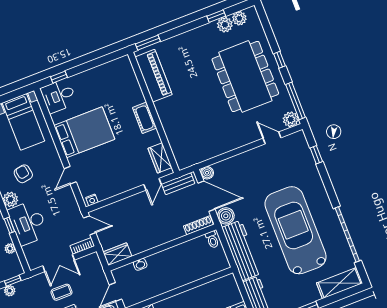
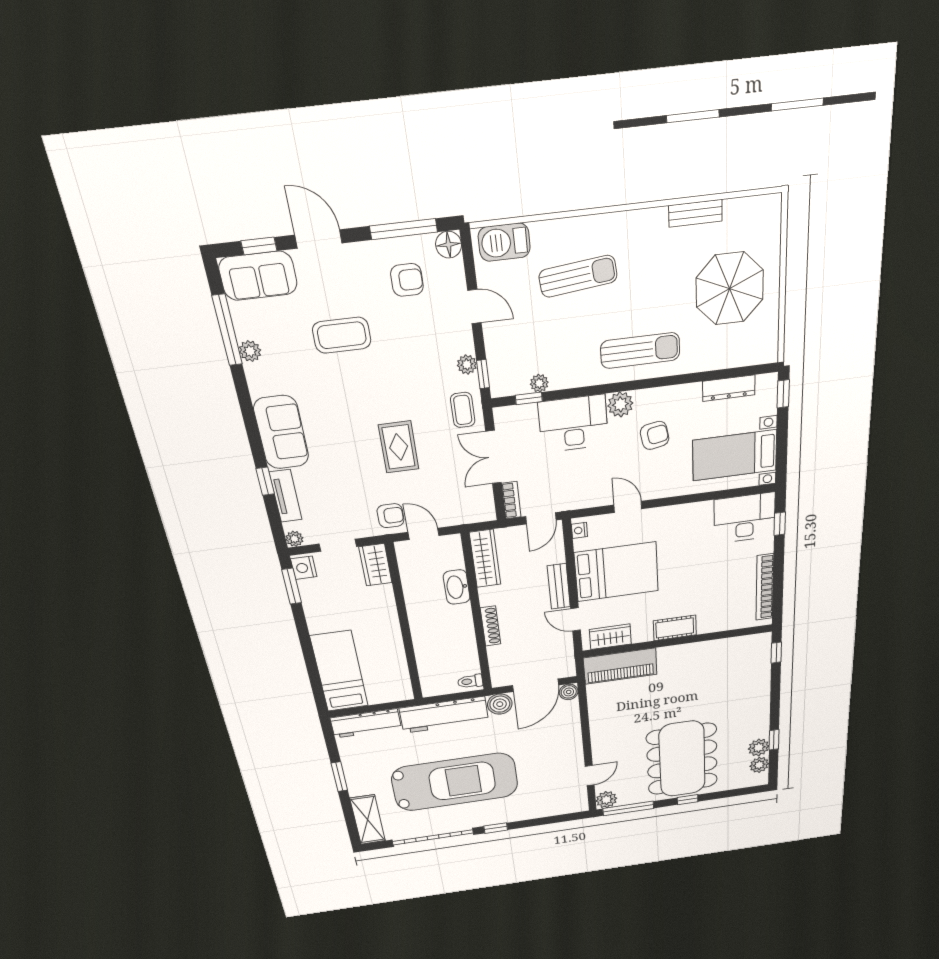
window: (148, 43) -> (776, 653), width x0.67
bookcase: (103, 69) -> (765, 587), added
piano: (154, 76) -> (620, 666), moved
dining table: (245, 76) -> (682, 759), turned 90
desk: (59, 96) -> (745, 518), width x1.37
bed: (84, 132) -> (617, 572), moved, turned -90
window: (316, 155) -> (496, 828), moved
bench: (178, 184) -> (559, 586), moved
window: (9, 225) -> (529, 398), moved
shoe rack: (198, 225) -> (490, 626), moved
wardrobe: (117, 254) -> (485, 559), width x1.50
washbasin: (140, 264) -> (457, 587), width x1.91, depth x1.45
coffee table: (61, 292) -> (463, 410), moved

